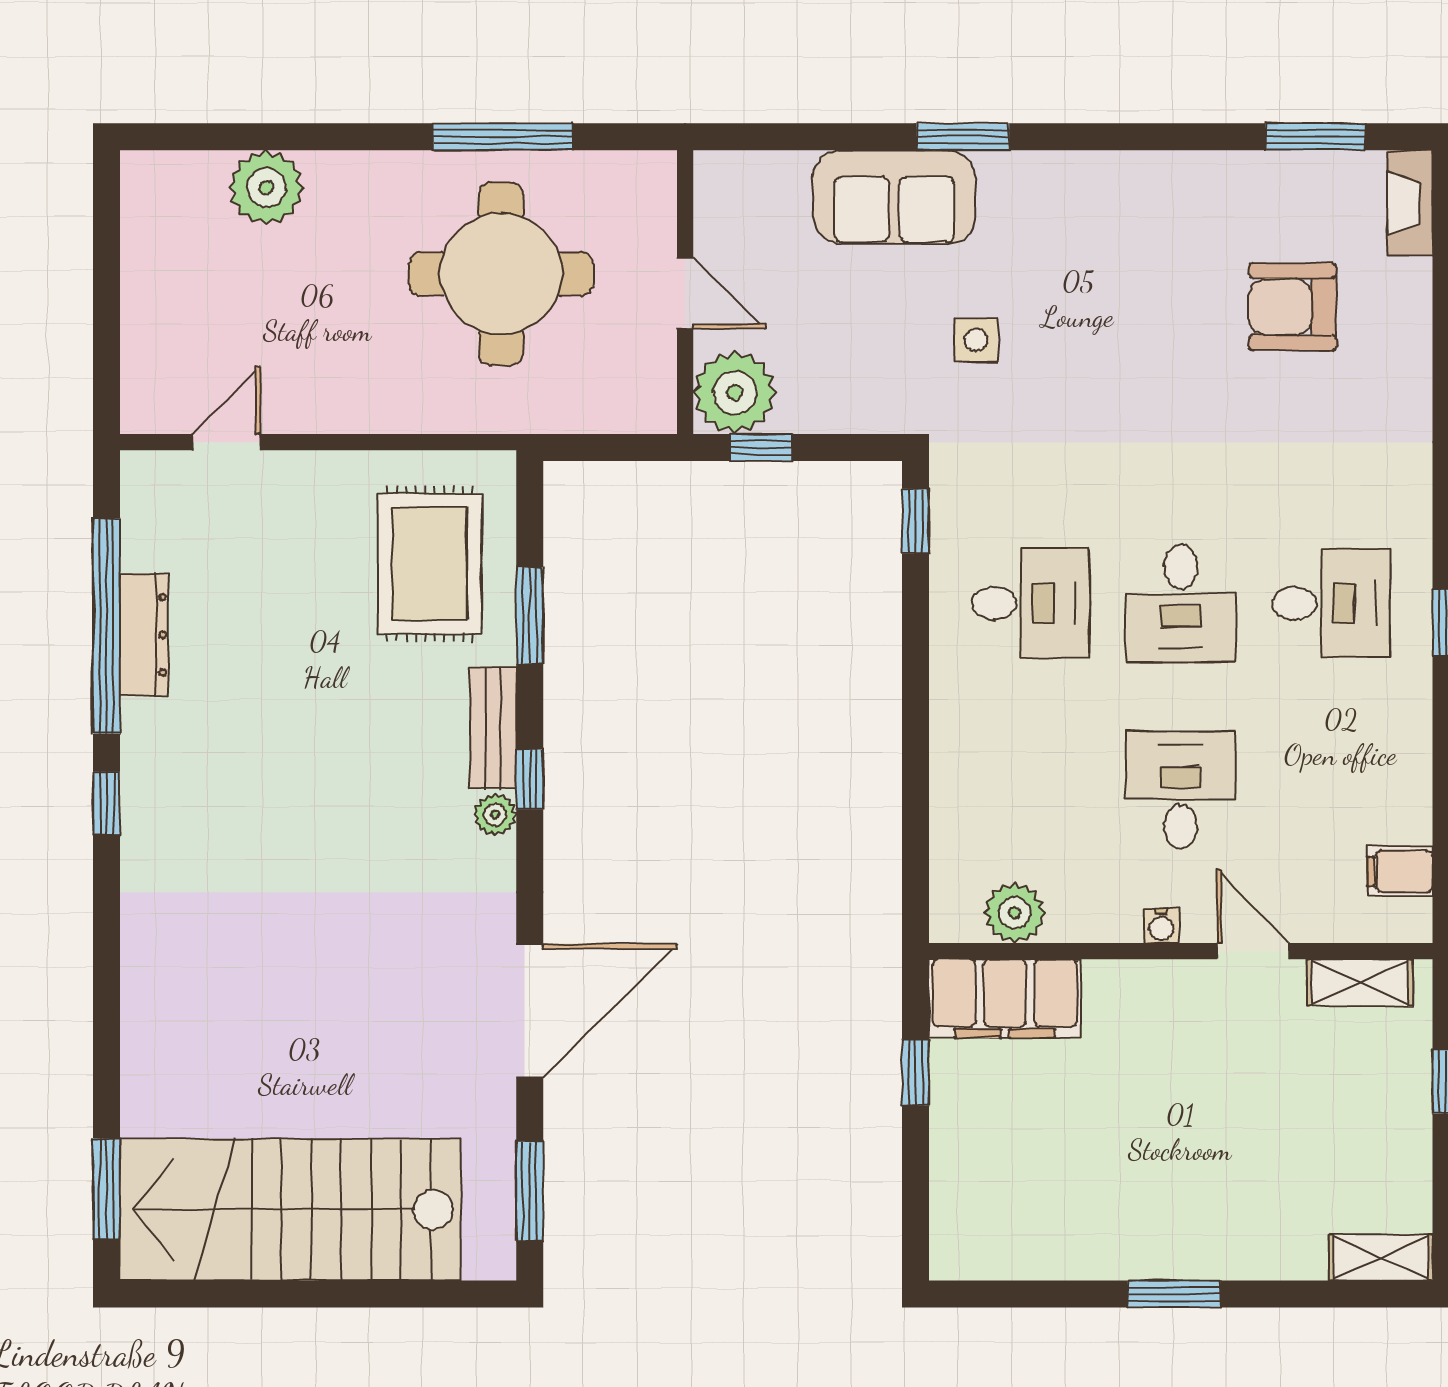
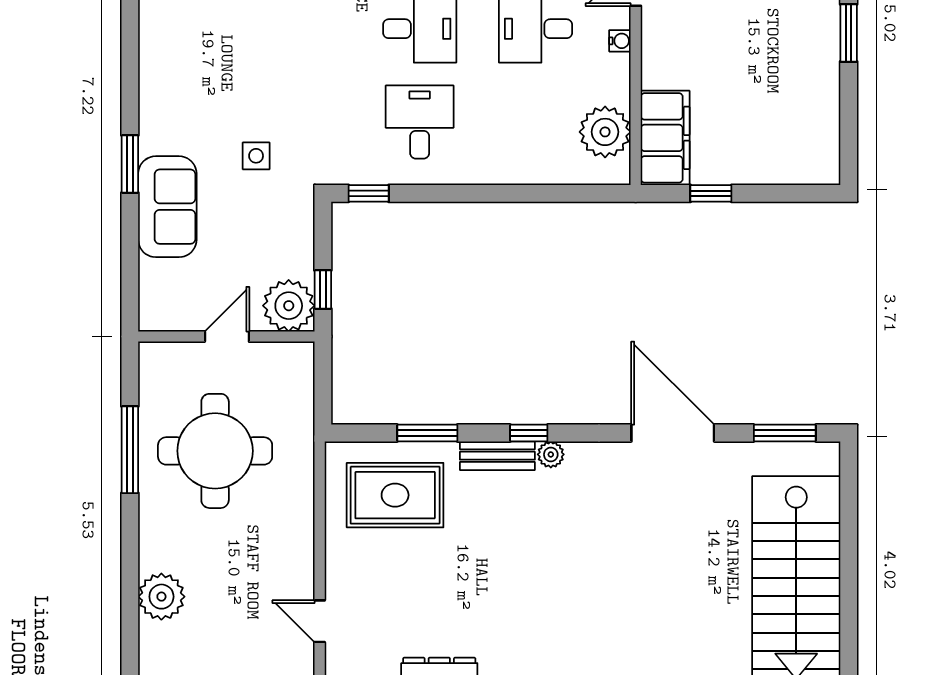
plant: (1015, 913) -> (605, 132), width x1.36, depth x1.36

